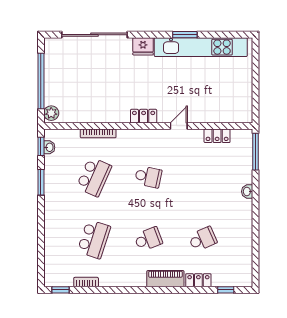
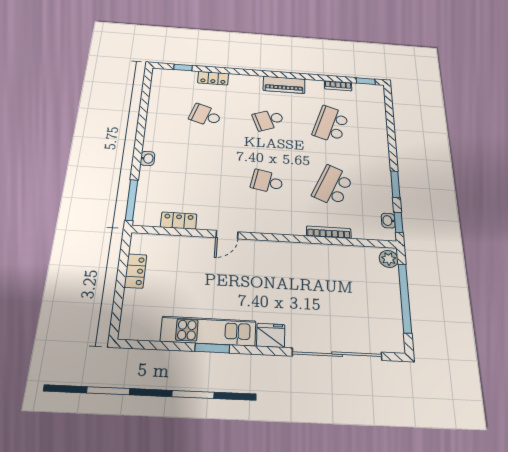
kitchen unit: (201, 47) -> (208, 331), width x0.73
locker: (144, 116) -> (135, 271), moved, turned -90
school desk: (203, 239) -> (205, 115), turned 42
piano: (165, 279) -> (284, 85), moved

